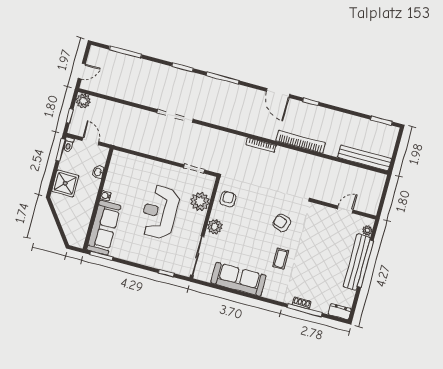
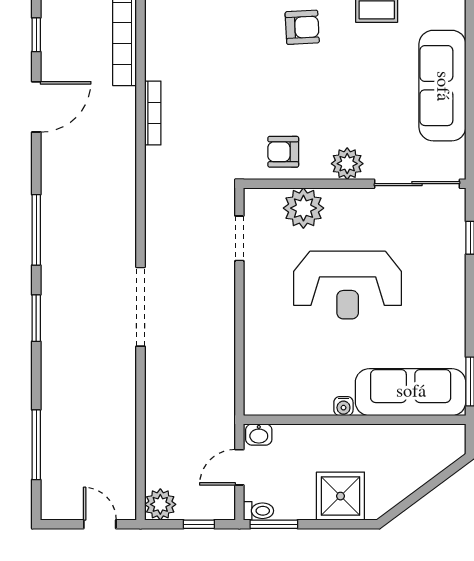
washbasin: (98, 172) -> (259, 435), moved
armchair: (282, 223) -> (302, 27), turned -111

